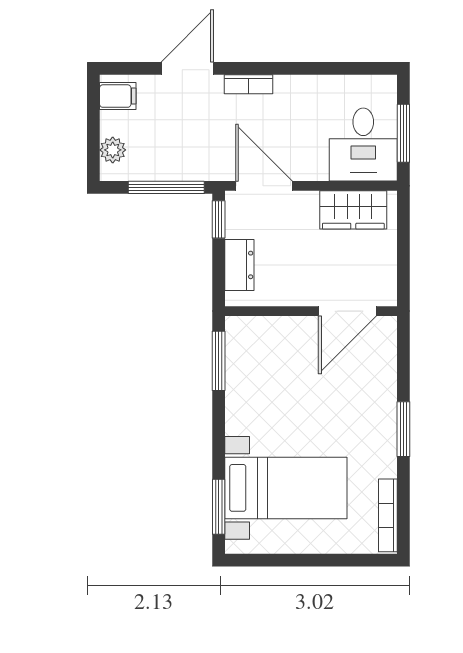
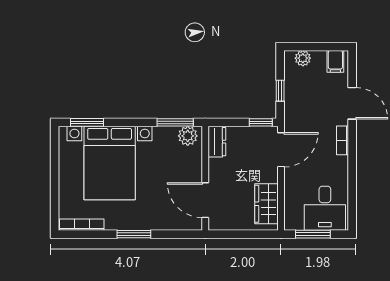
desk: (363, 145) -> (325, 208), moved, turned -90
window: (166, 187) -> (280, 91), width x0.46
dresser: (239, 265) -> (217, 142), moved, turned -90
plant: (241, 340) -> (188, 136), added
bed with nightstands: (286, 488) -> (110, 163), width x1.36

